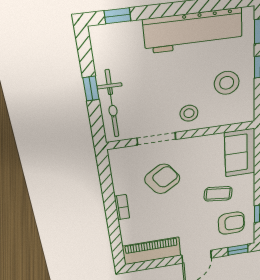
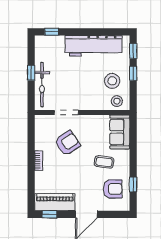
stool: (189, 113) -> (117, 101), moved
window: (238, 250) -> (49, 214), moved

